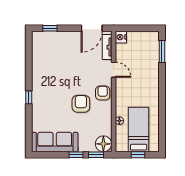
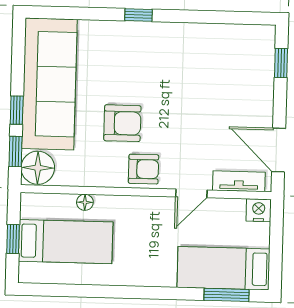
bed: (149, 53) -> (223, 268), added
sofa: (55, 142) -> (49, 84), width x1.36, depth x1.27

